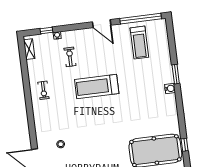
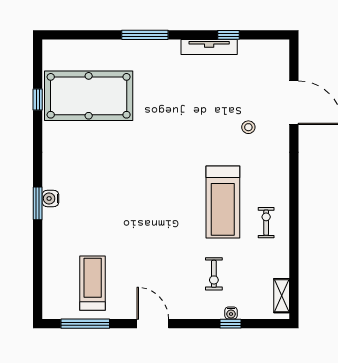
window: (141, 19) -> (85, 324), width x0.68
window: (46, 31) -> (230, 324), moved
window: (176, 74) -> (38, 203), moved
treadmill: (97, 87) -> (223, 202), moved, turned 90

